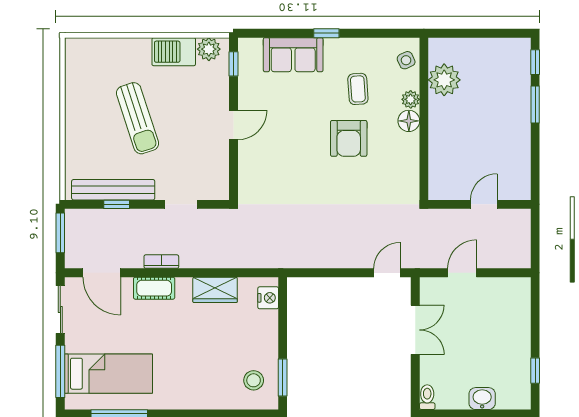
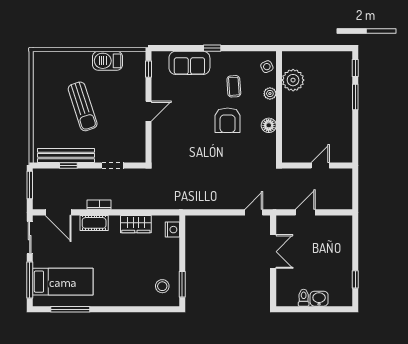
plant: (209, 49) -> (132, 59), removed
floor lamp: (409, 121) -> (269, 125), moved
toilet: (427, 397) -> (304, 298), moved

